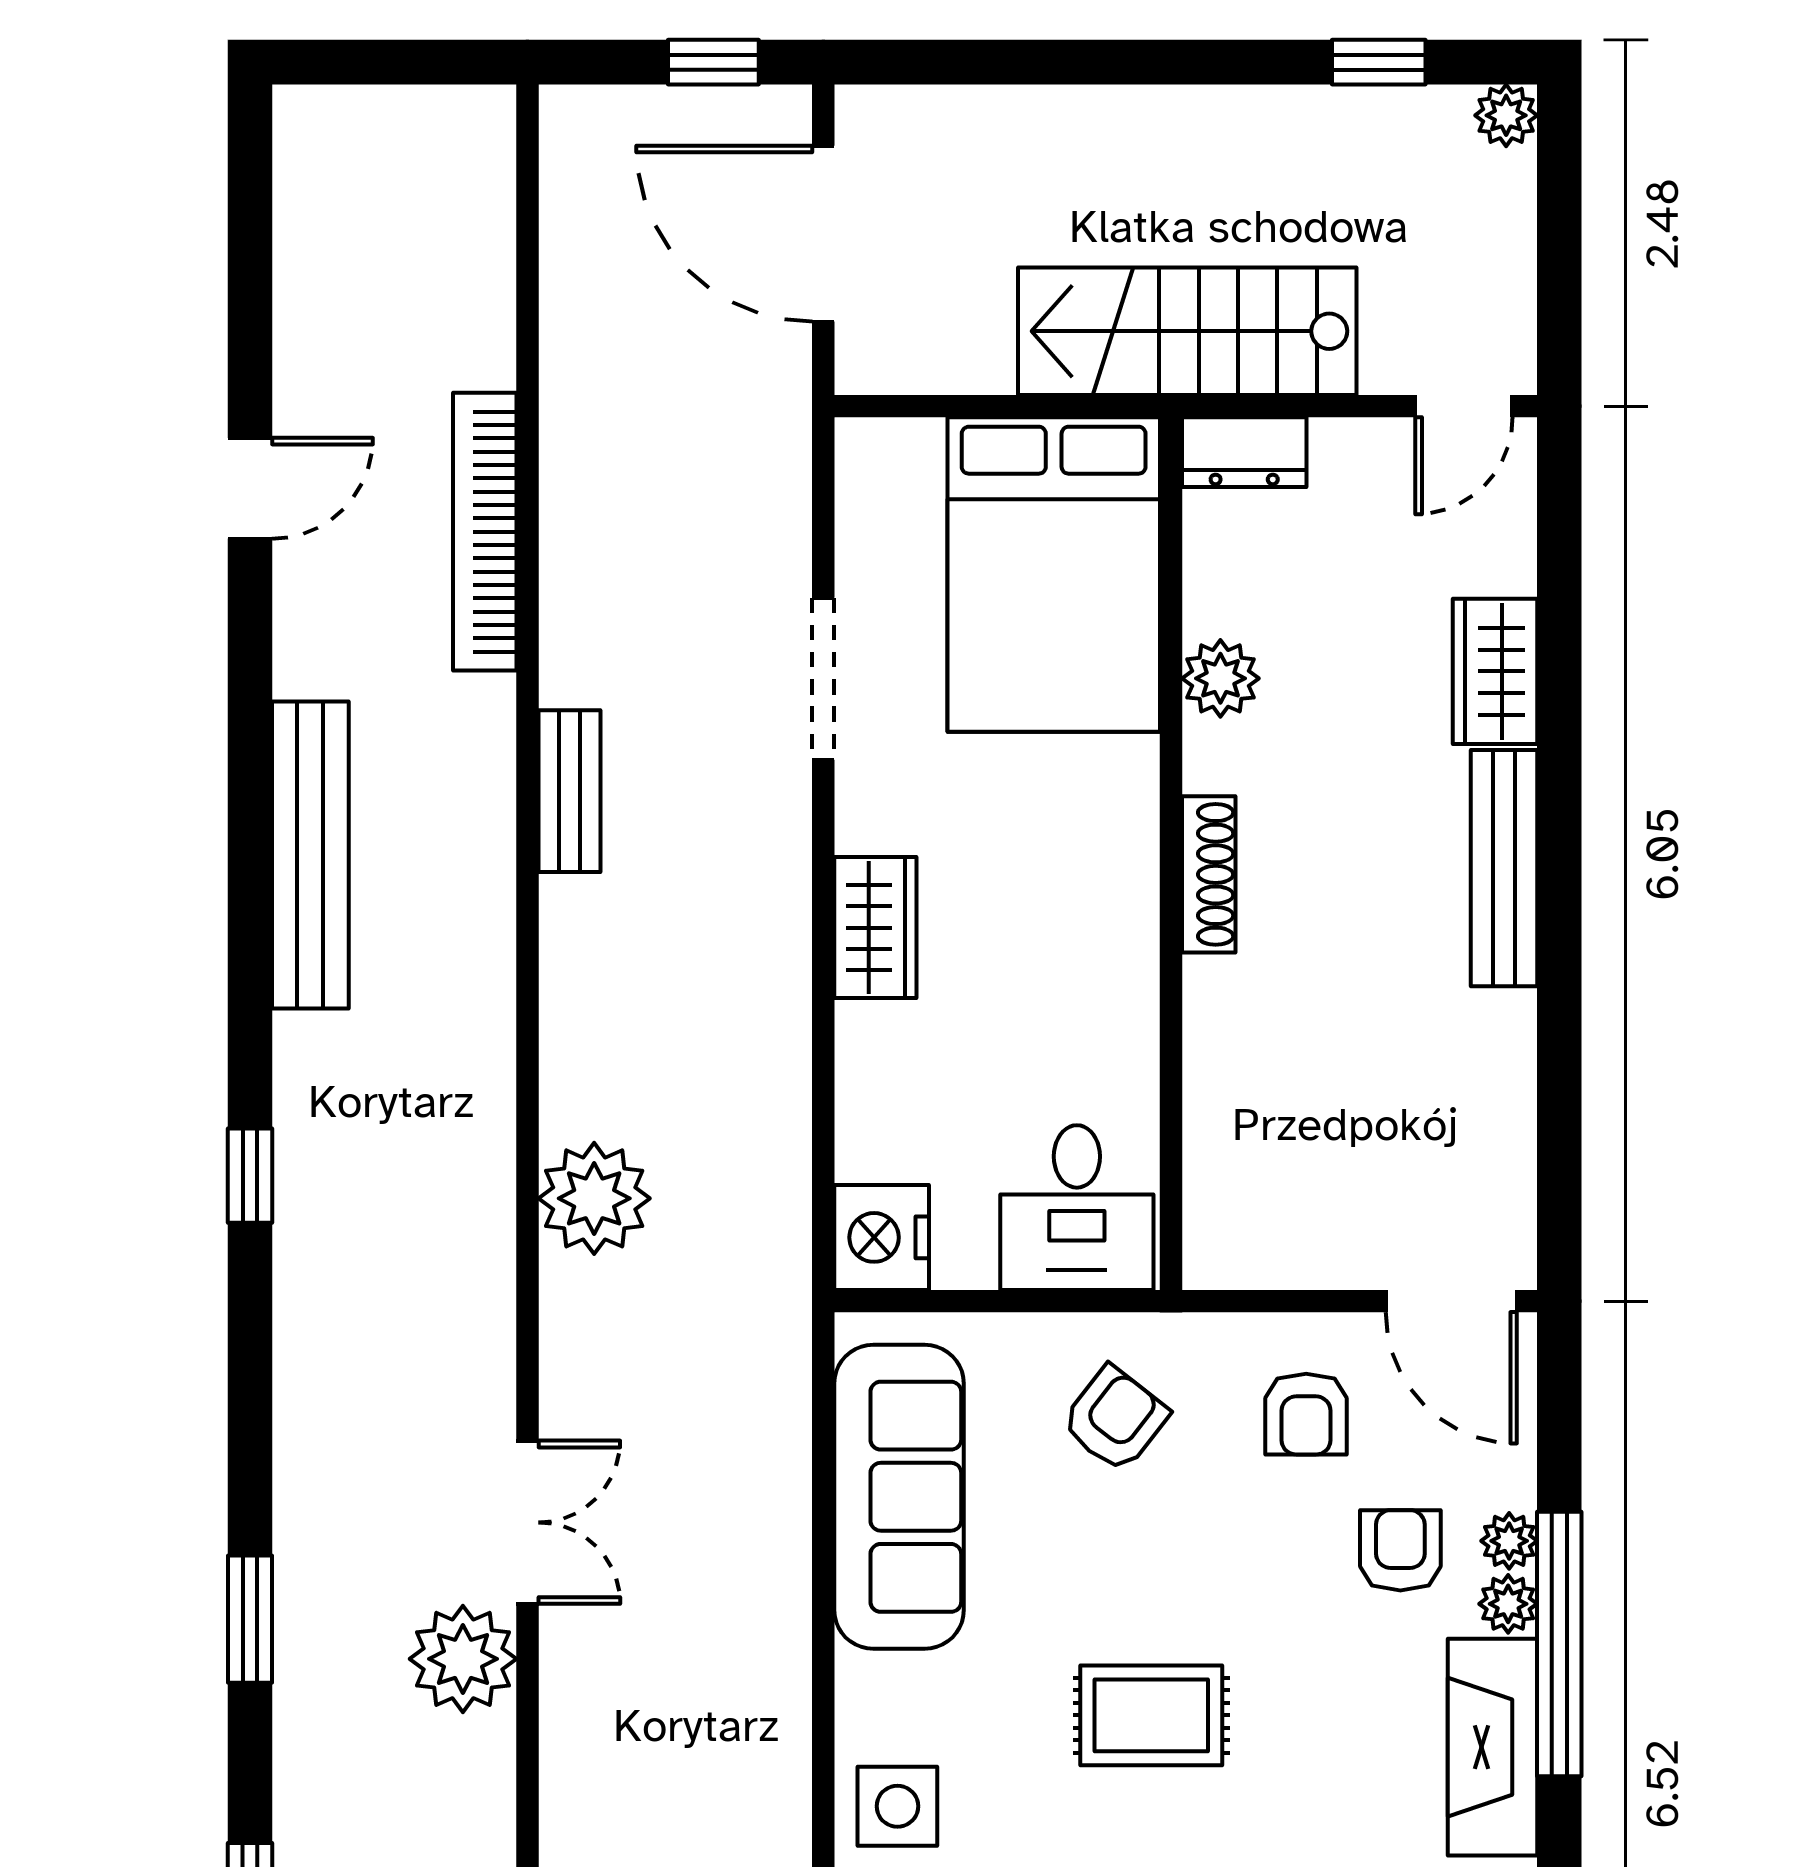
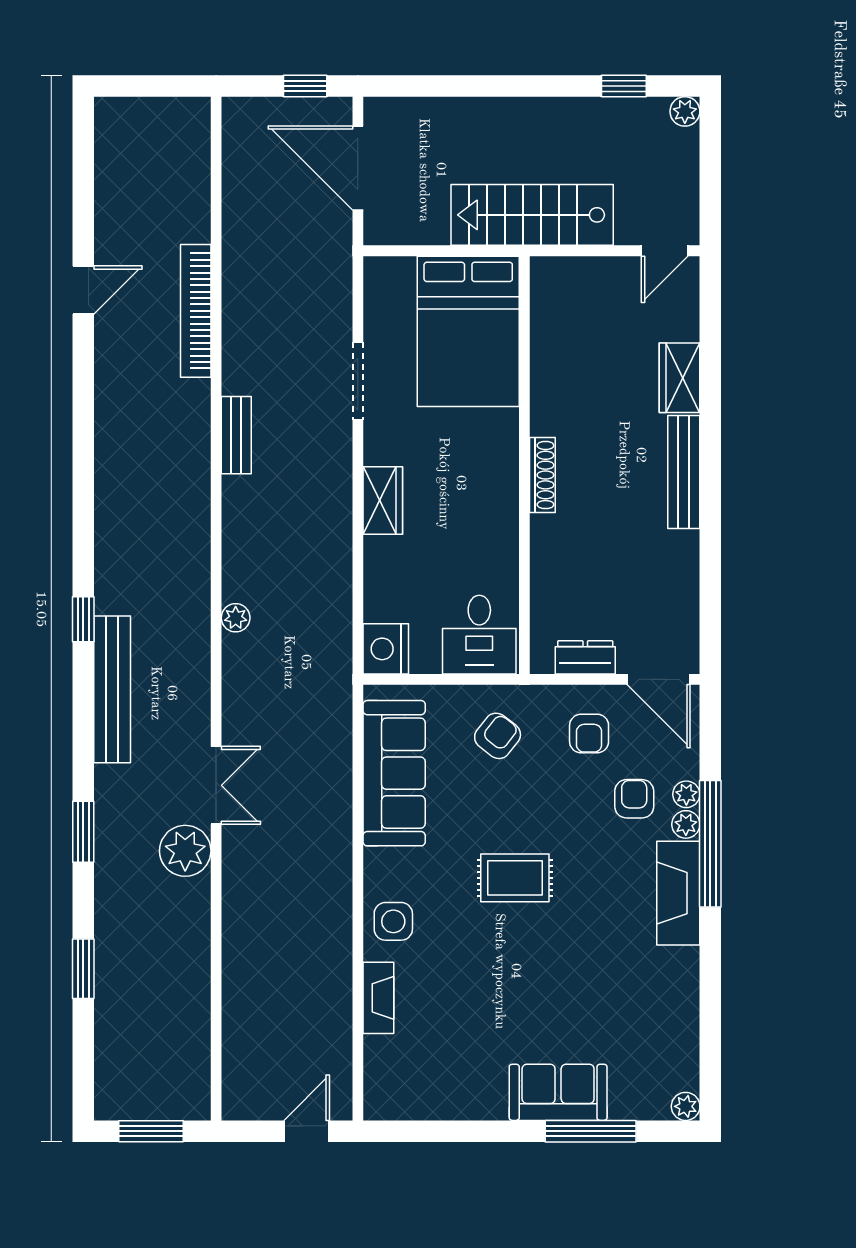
dresser: (1244, 452) -> (585, 657), moved, turned 180
plant: (1220, 678) -> (548, 381), removed
bench: (310, 855) -> (112, 689), moved
plant: (594, 1198) -> (236, 618), width x0.53, depth x0.53

